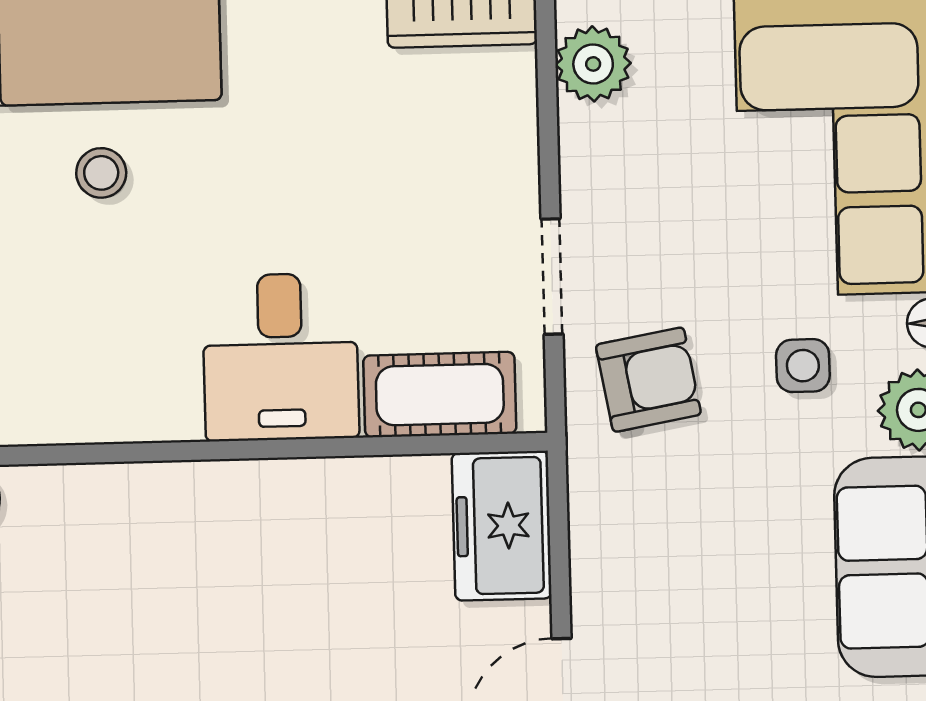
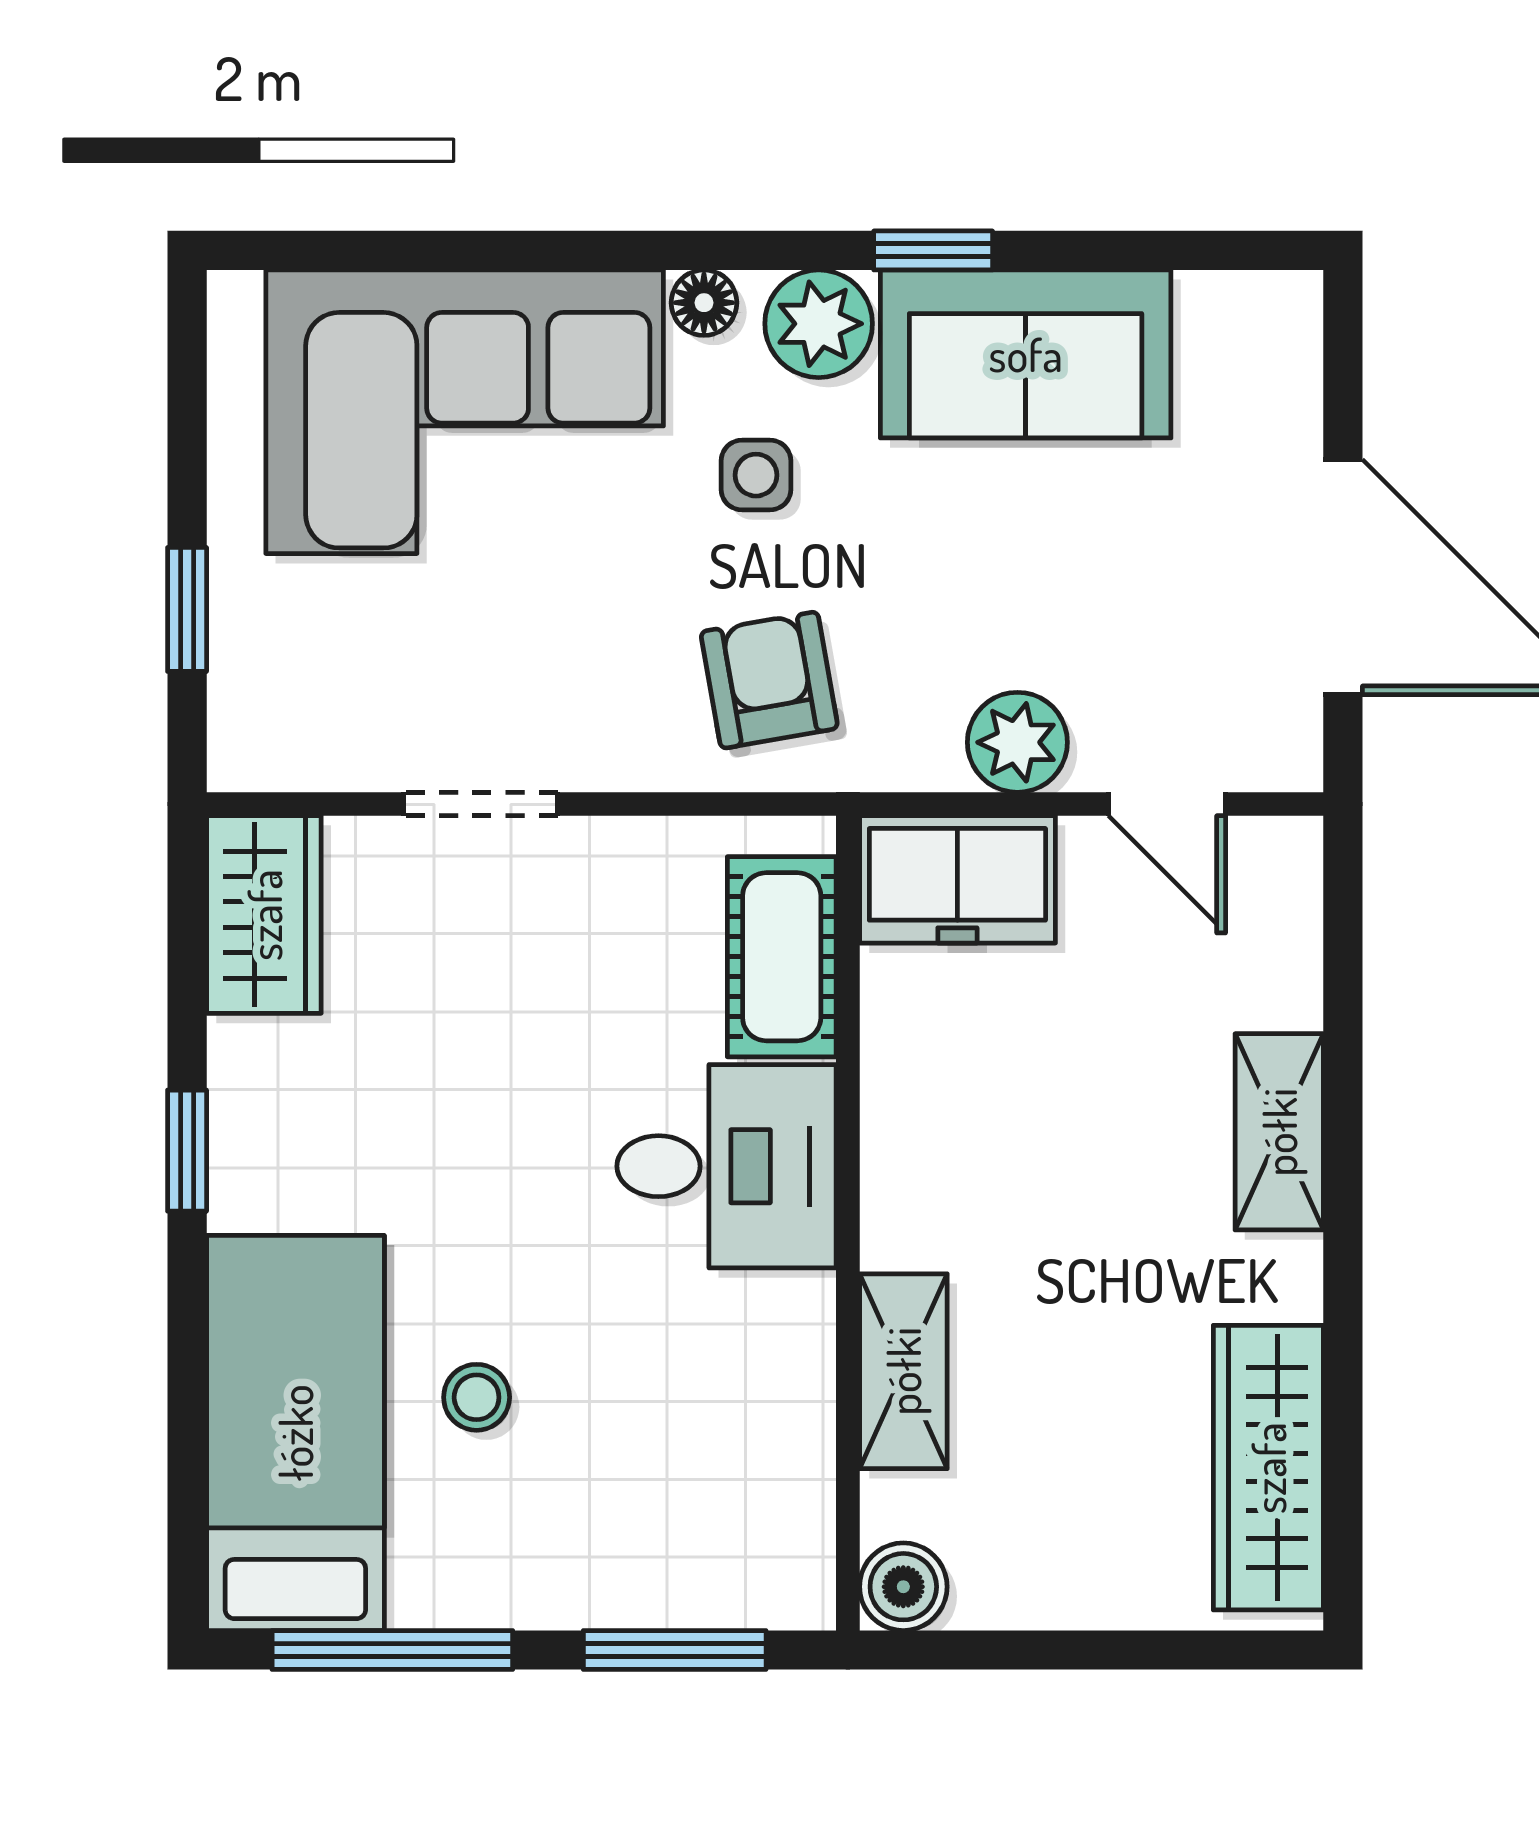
plant: (593, 64) -> (1017, 742), moved
doorway: (552, 277) -> (481, 804), moved
shelving: (129, 495) -> (903, 1371), added

